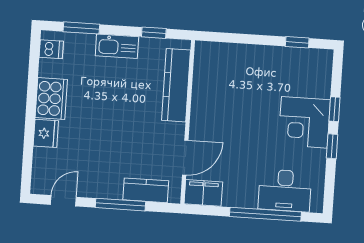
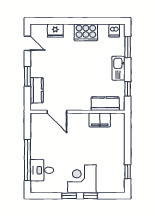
kitchen counter: (176, 85) -> (105, 104), width x0.67
fridge: (46, 133) -> (55, 31), moved
desk: (285, 190) -> (42, 170), width x0.73
filing cabinet: (203, 193) -> (100, 120), moved, turned 90
window: (120, 205) -> (27, 76), width x0.69

